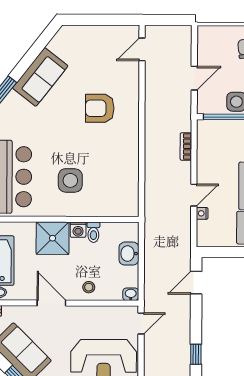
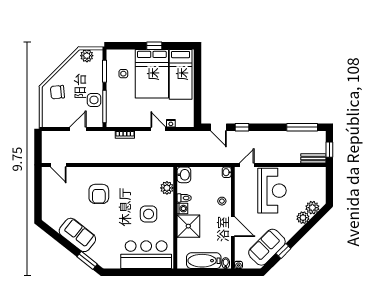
door: (194, 78) -> (78, 129), hinge flipped
plant: (108, 207) -> (167, 188), added
washbasin: (129, 254) -> (184, 175), moved, turned -90
door: (51, 303) -> (233, 227), swing flipped
door: (141, 324) -> (247, 165), hinge flipped
window: (196, 354) -> (242, 127), moved

